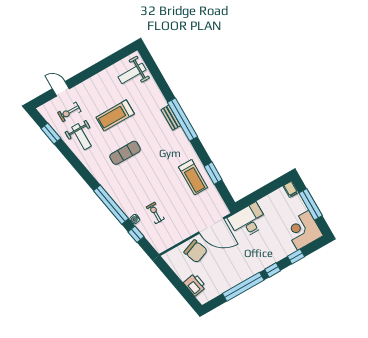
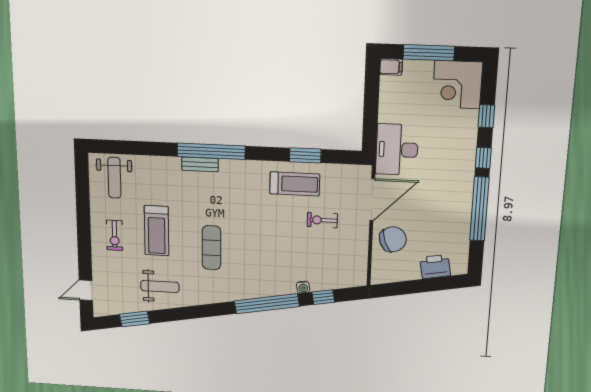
door: (61, 89) -> (86, 290), moved
exercise bike: (69, 112) -> (115, 235), moved
exercise bike: (155, 213) -> (322, 220), moved

